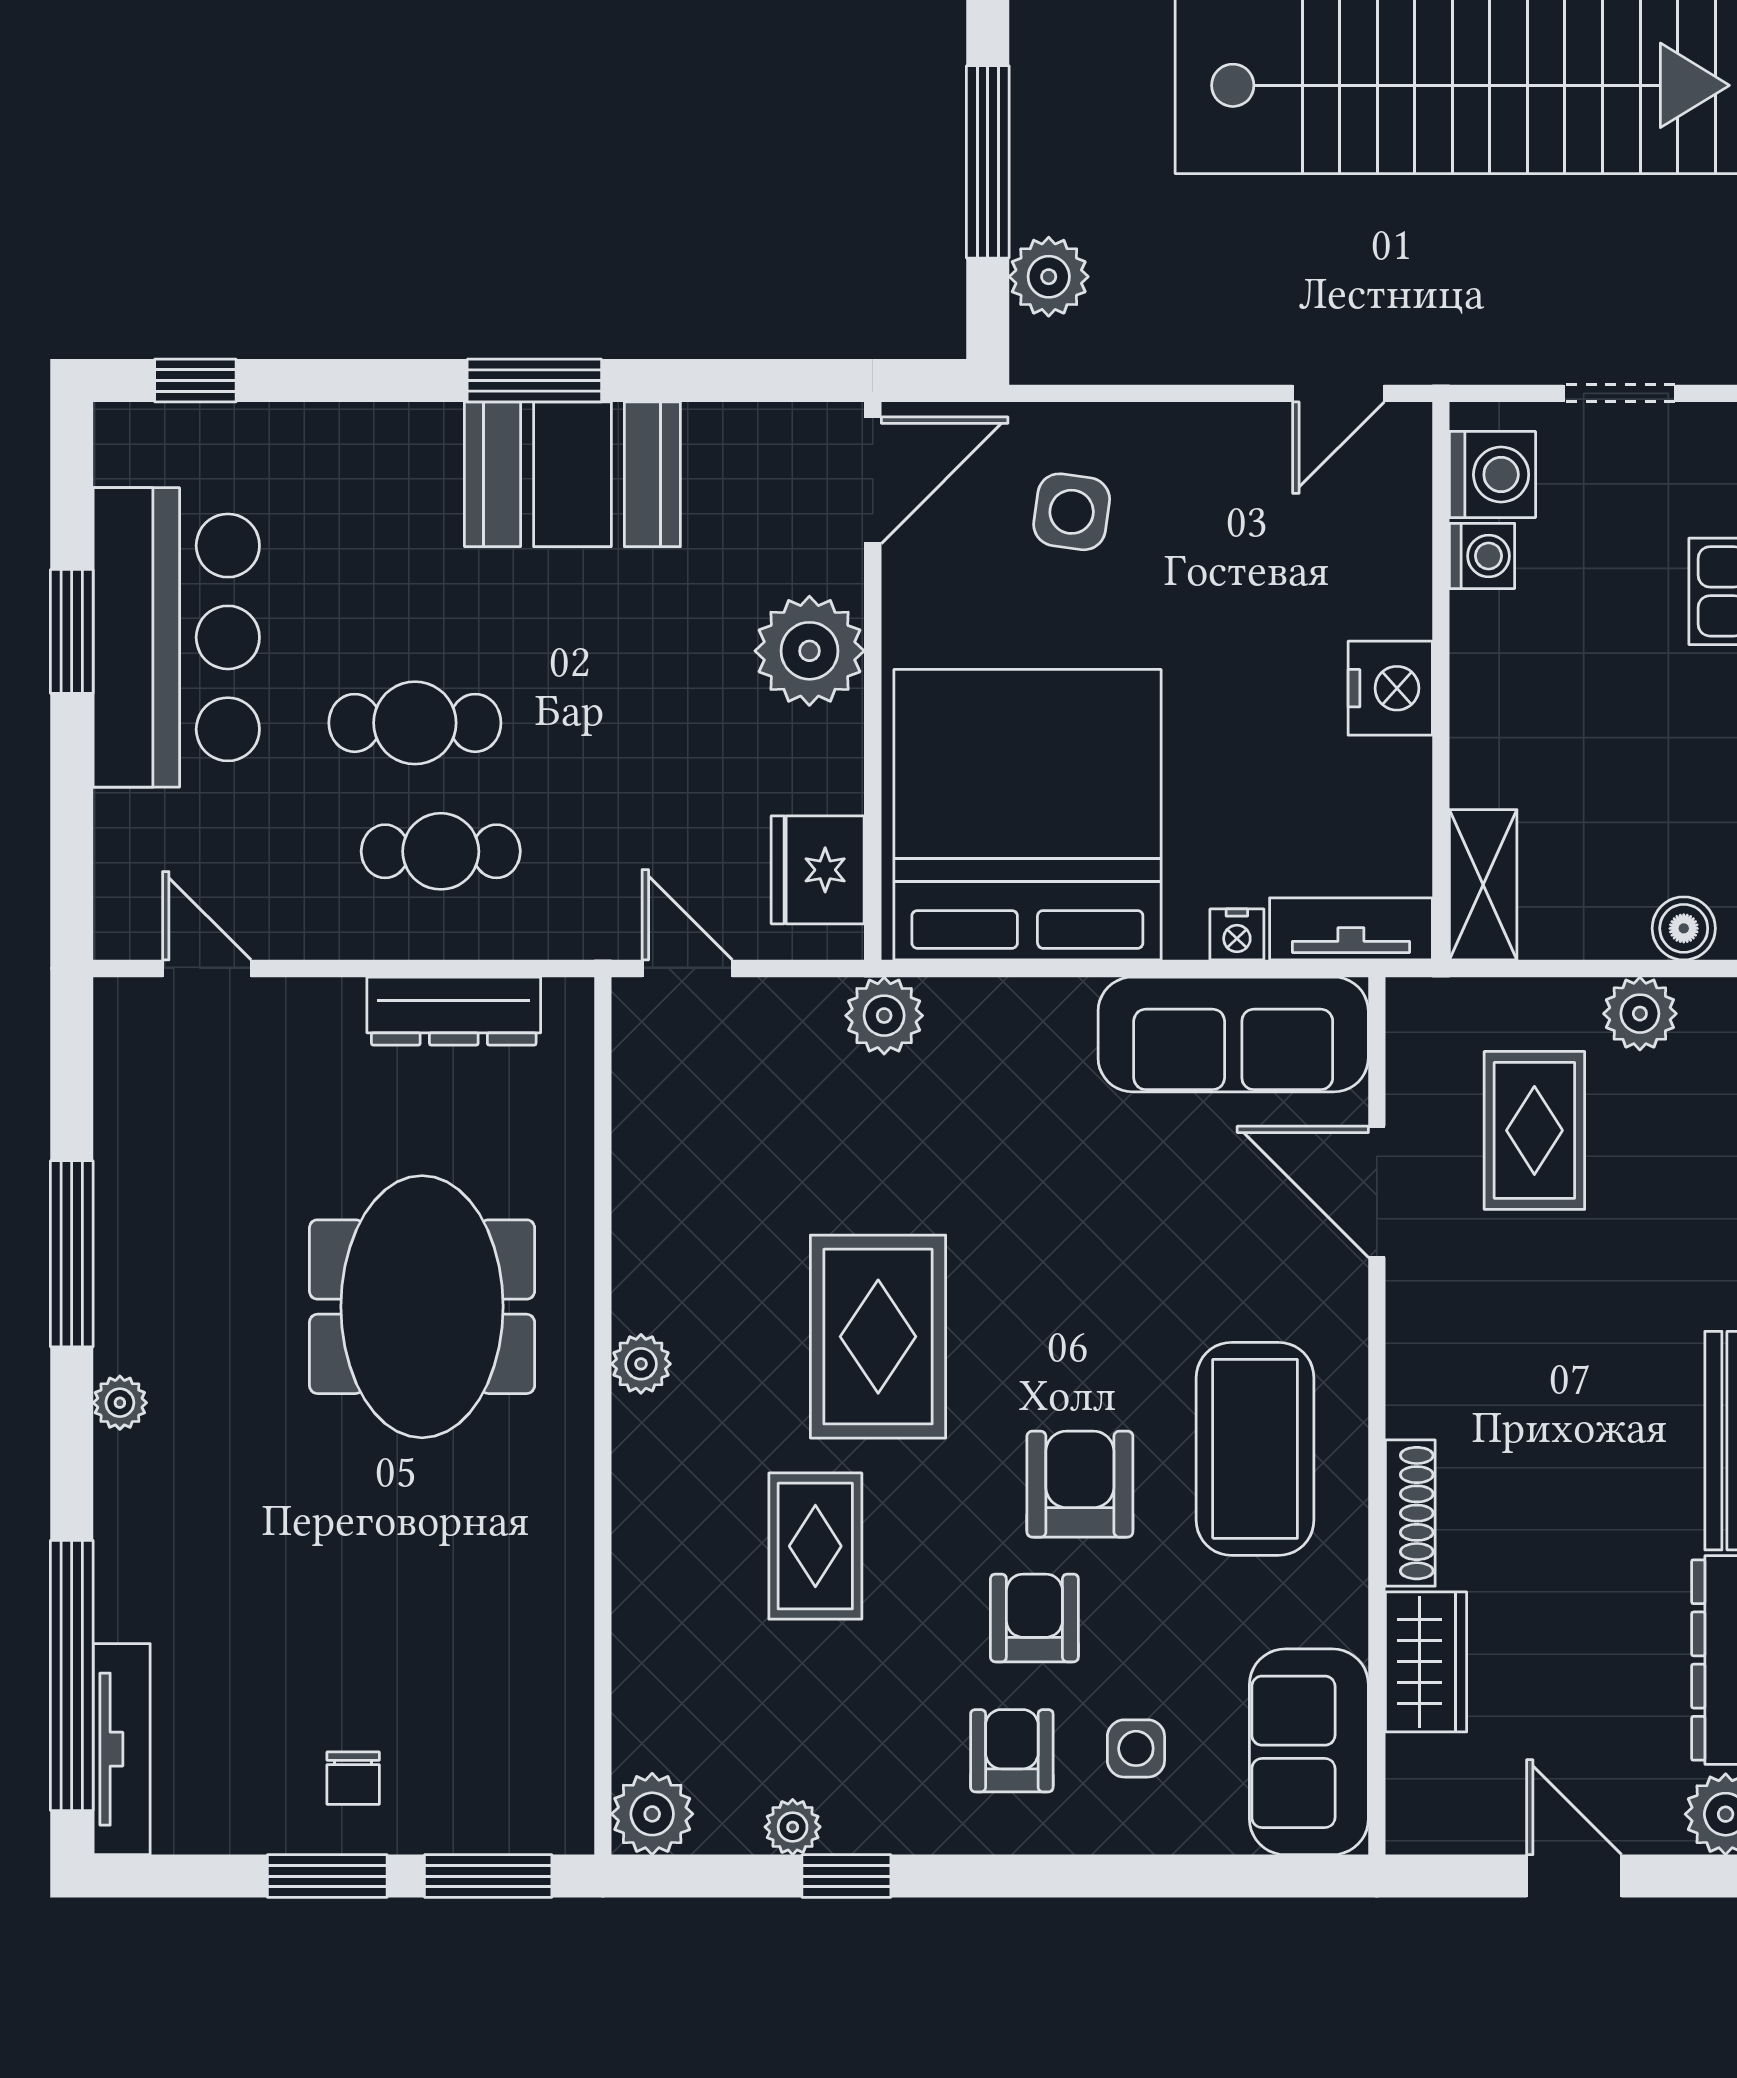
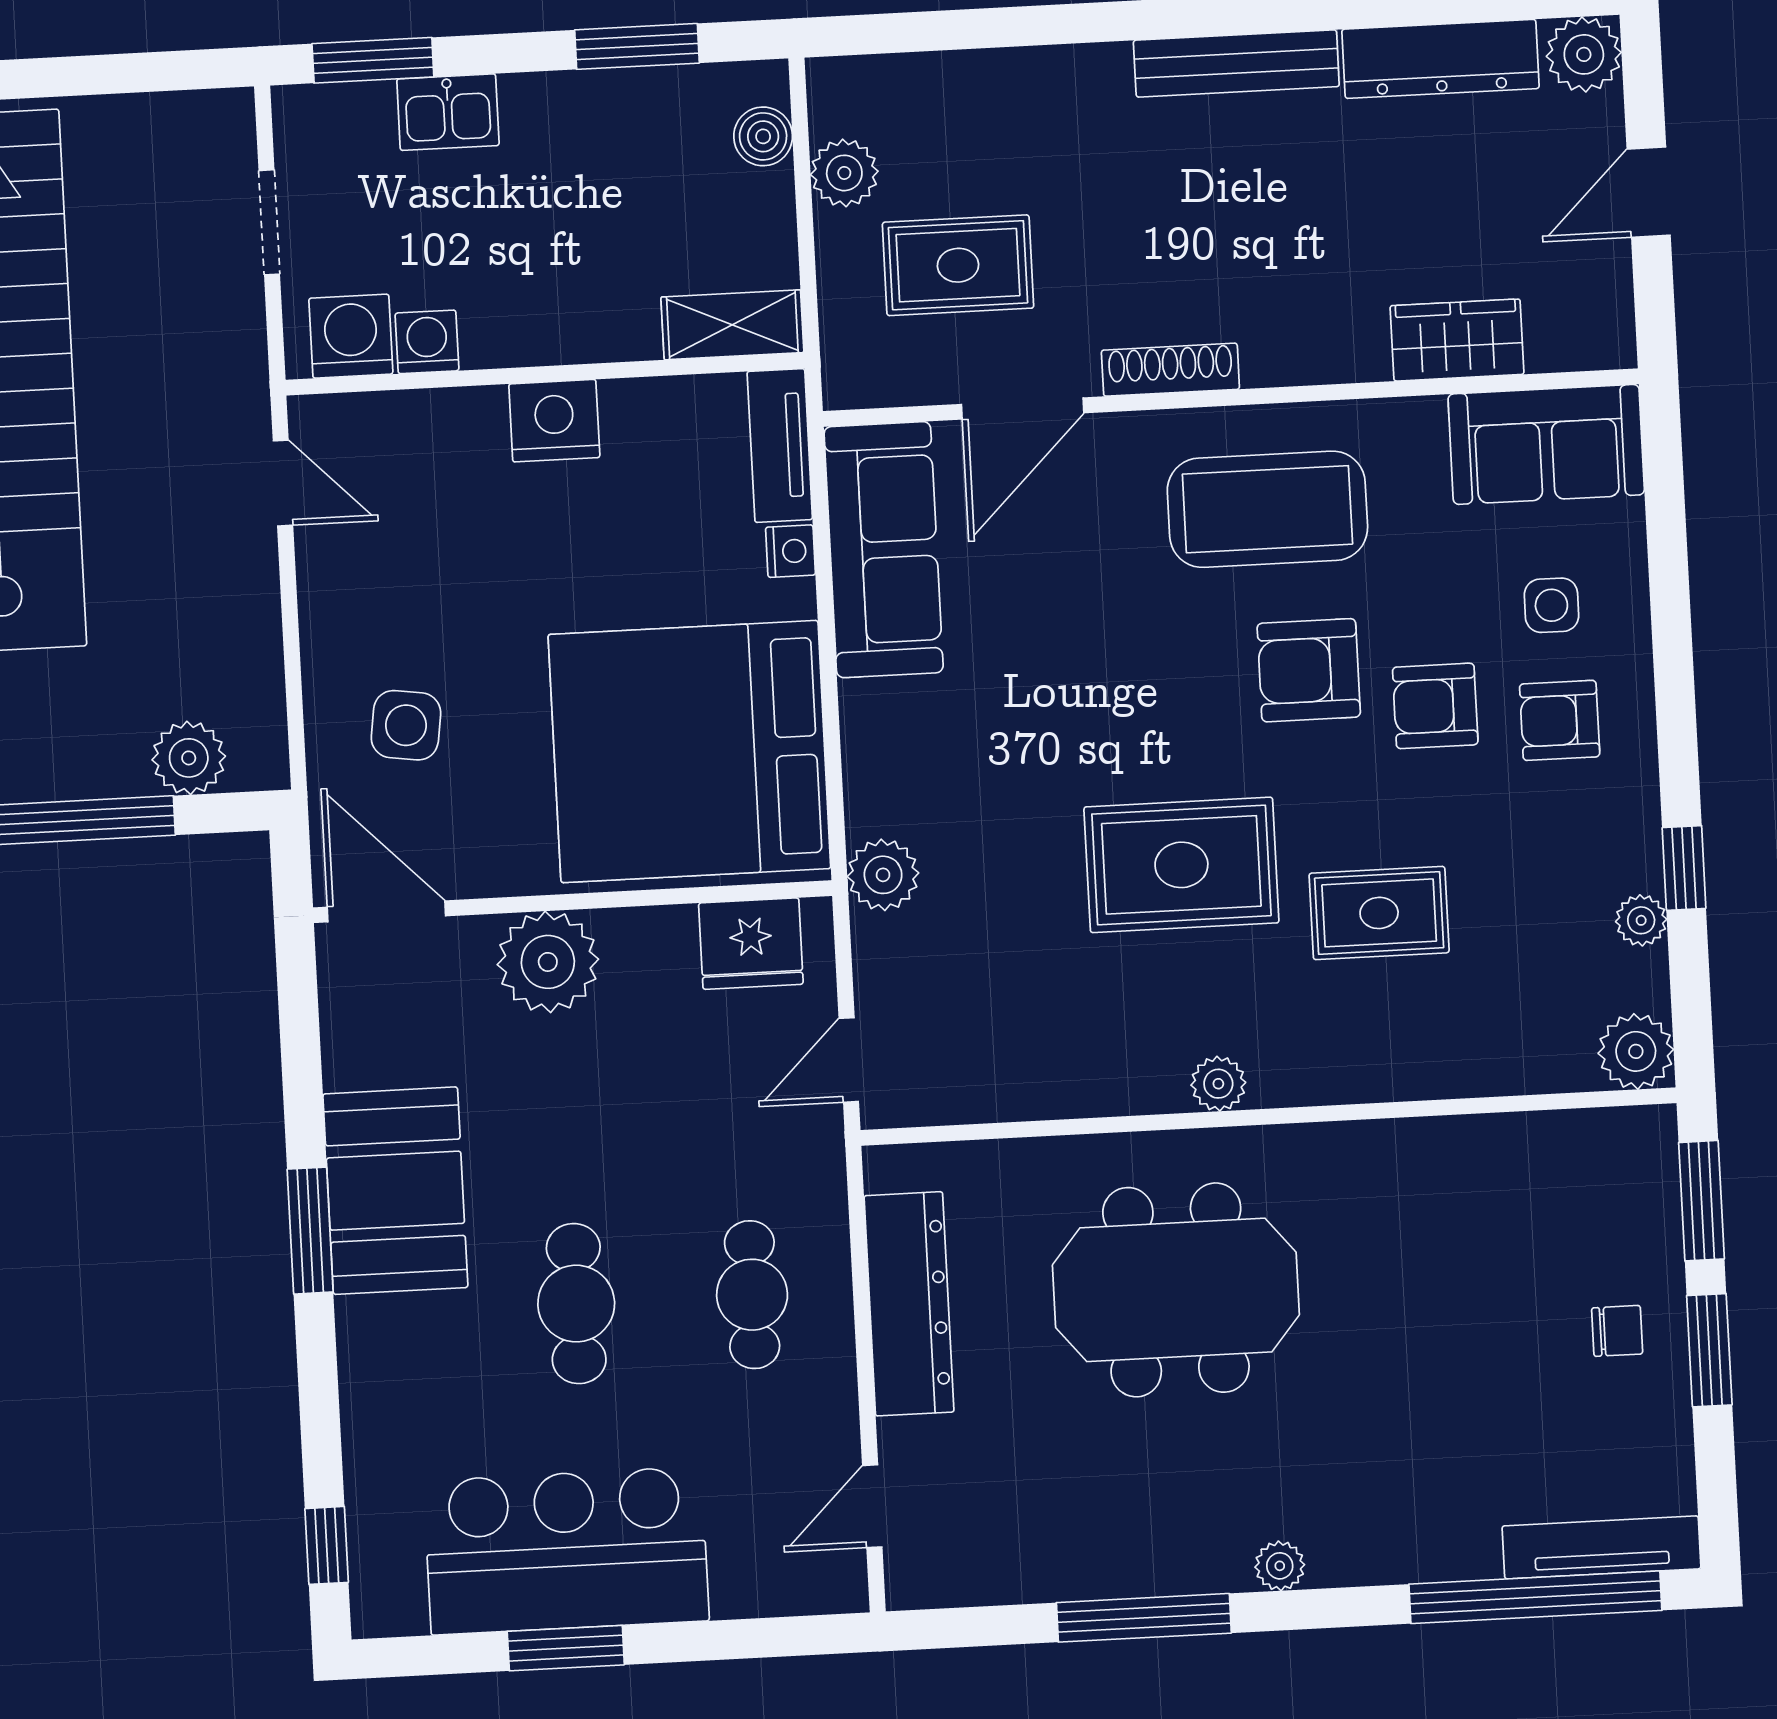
cafe table: (415, 723) -> (576, 1304), moved
dresser: (454, 1011) -> (909, 1304), width x1.37, depth x1.24
shoe rack: (1410, 1513) -> (1170, 370), moved

